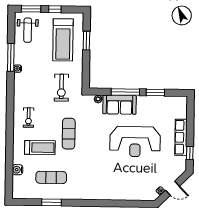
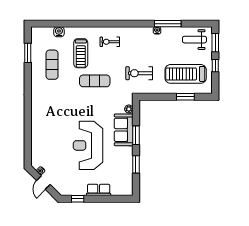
window: (125, 92) -> (136, 135), width x0.69
row of seats: (181, 137) -> (99, 190), width x0.68
window: (52, 202) -> (28, 53), moved

